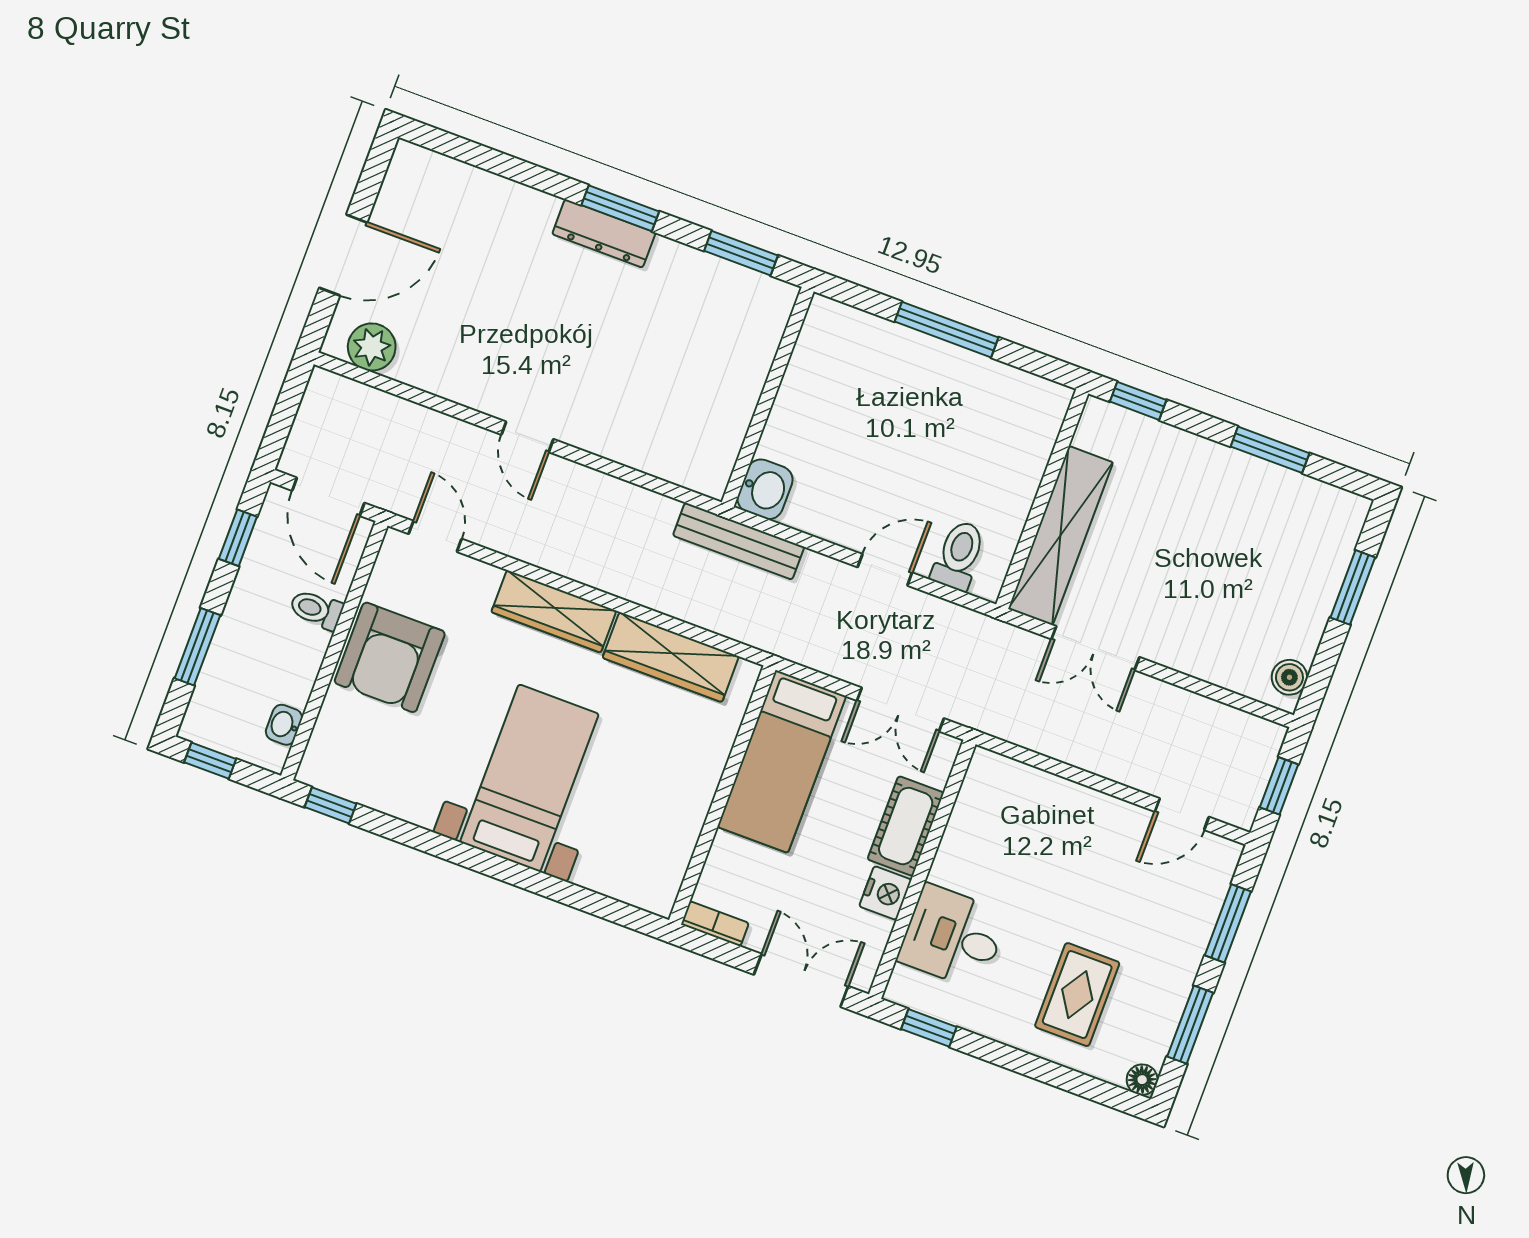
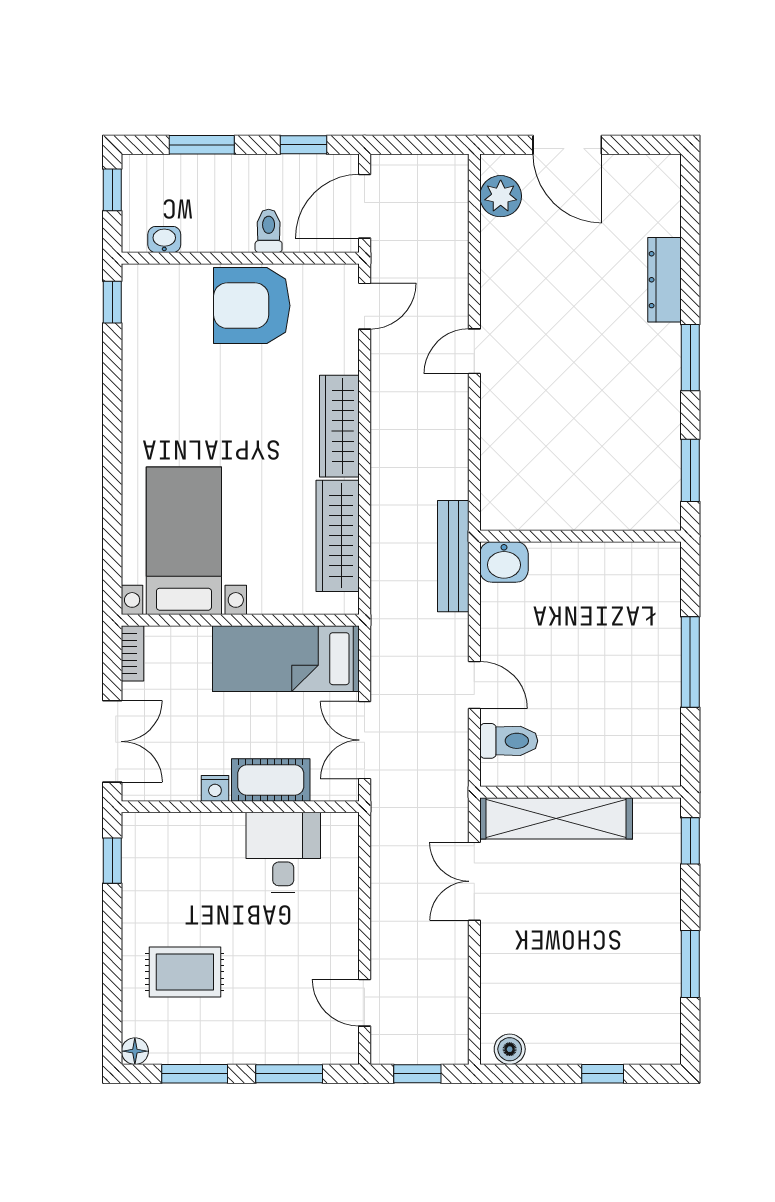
dresser: (604, 233) -> (664, 280), moved
window: (1353, 587) -> (603, 1074), width x0.67
bed with nightstands: (529, 778) -> (184, 541), moved, turned -90
nightstand: (885, 893) -> (215, 788), width x0.72, depth x0.74
desk: (953, 937) -> (283, 852), moved

